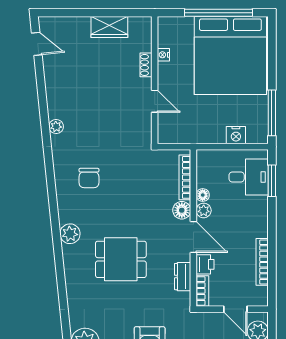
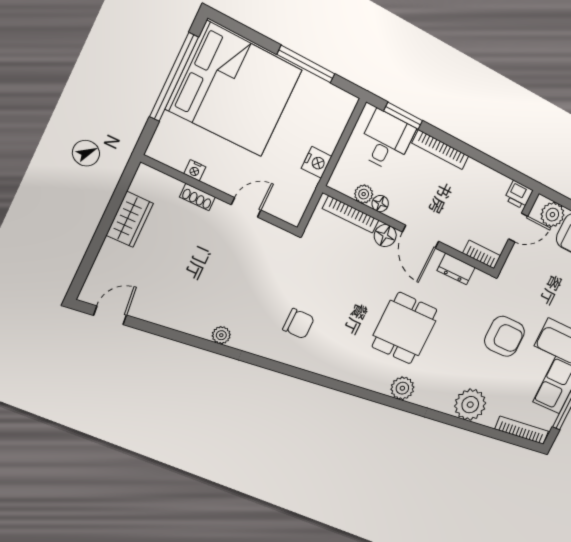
window: (272, 113) -> (306, 64), moved
nightstand: (236, 135) -> (317, 162), moved
plant: (204, 210) -> (364, 194), moved
plant: (70, 234) -> (402, 388), moved
door: (193, 237) -> (421, 237), swing flipped
bookcase: (262, 262) -> (440, 150), moved
printer: (205, 264) -> (519, 195), moved, turned 180

